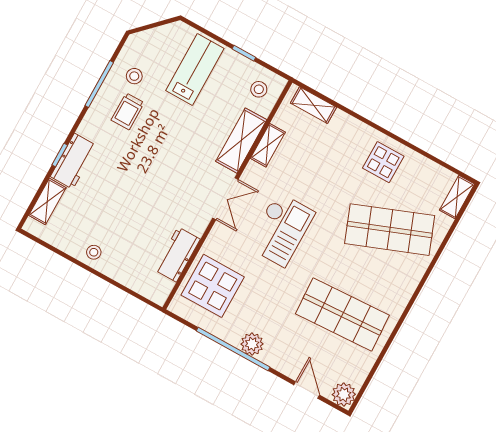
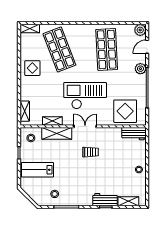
trolley: (128, 111) -> (90, 152), moved
checkout: (281, 229) -> (85, 96), width x1.36, depth x1.21
workbench: (177, 255) -> (134, 134), moved
plant: (252, 344) -> (140, 69), moved

